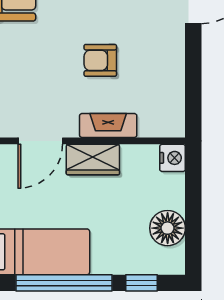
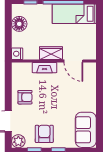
armchair: (100, 60) -> (25, 97), moved
door: (40, 141) -> (73, 61), swing flipped

